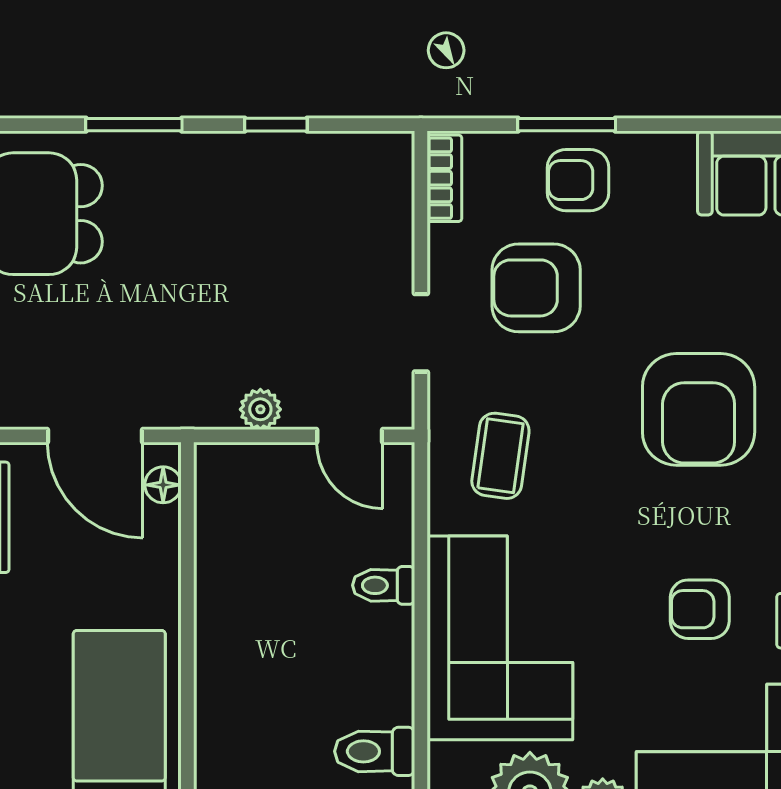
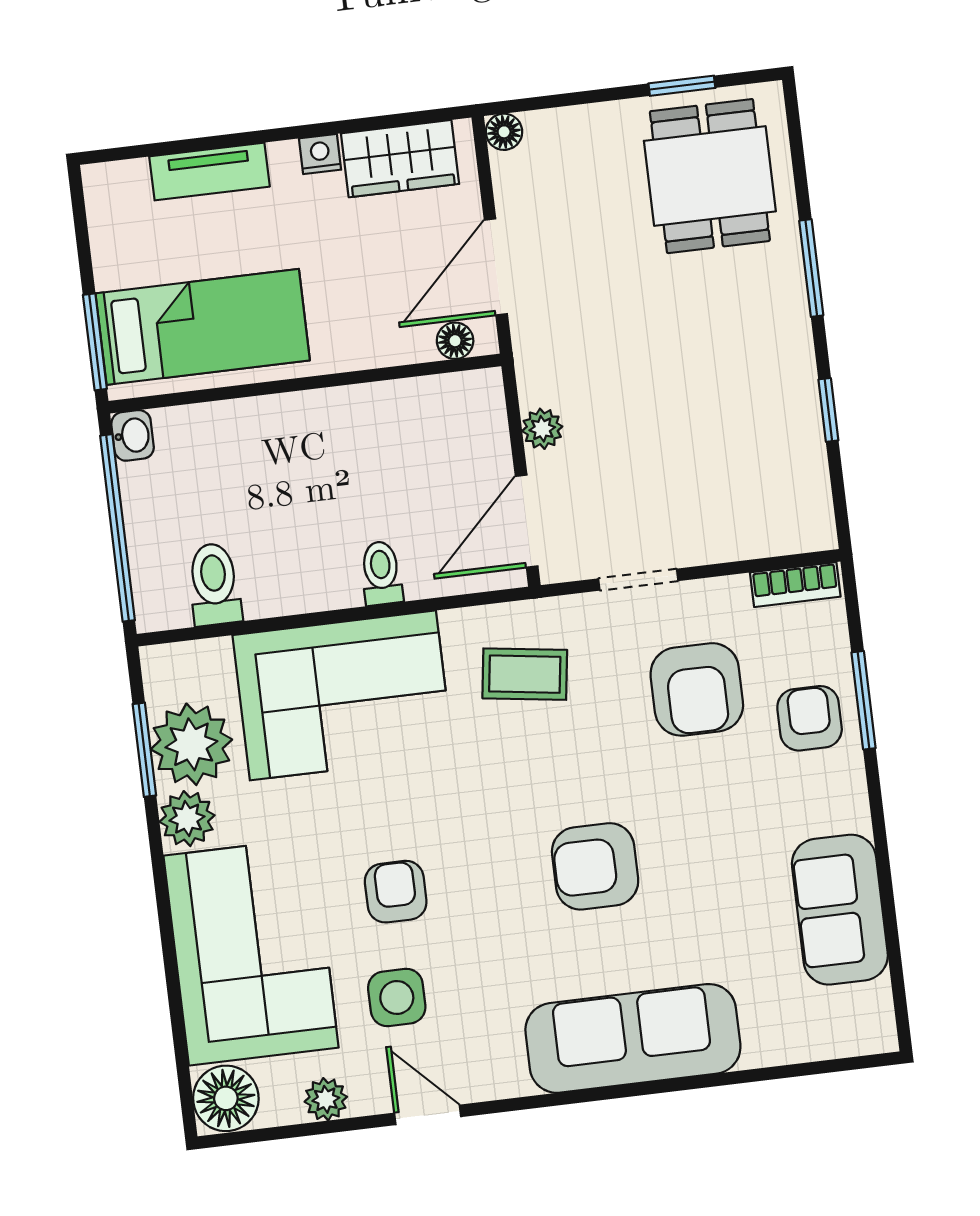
armchair: (536, 288) -> (697, 689), turned 180
armchair: (699, 409) -> (595, 866), width x0.73, depth x0.73
door: (350, 436) -> (527, 521), width x1.38

